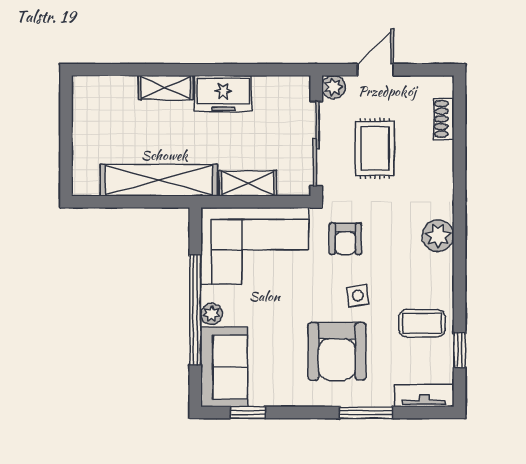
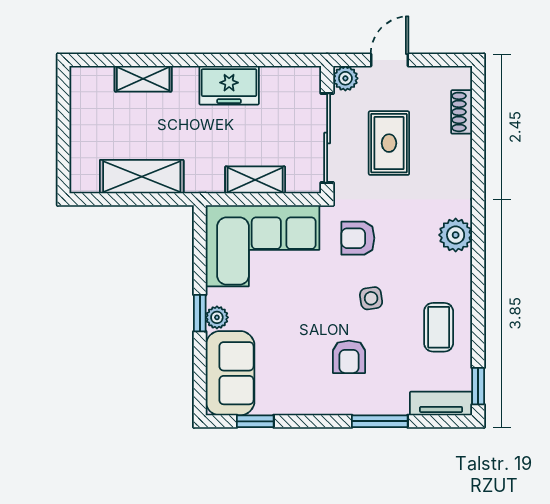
shelving: (165, 87) -> (143, 79), moved
shelving: (159, 180) -> (142, 177), width x0.68
armchair: (345, 239) -> (358, 238), turned 90
window: (195, 310) -> (200, 313), width x0.32
coffee table: (422, 323) -> (439, 327), turned 90
window: (459, 350) -> (478, 386), moved
armchair: (337, 351) -> (349, 357), width x0.53, depth x0.53

